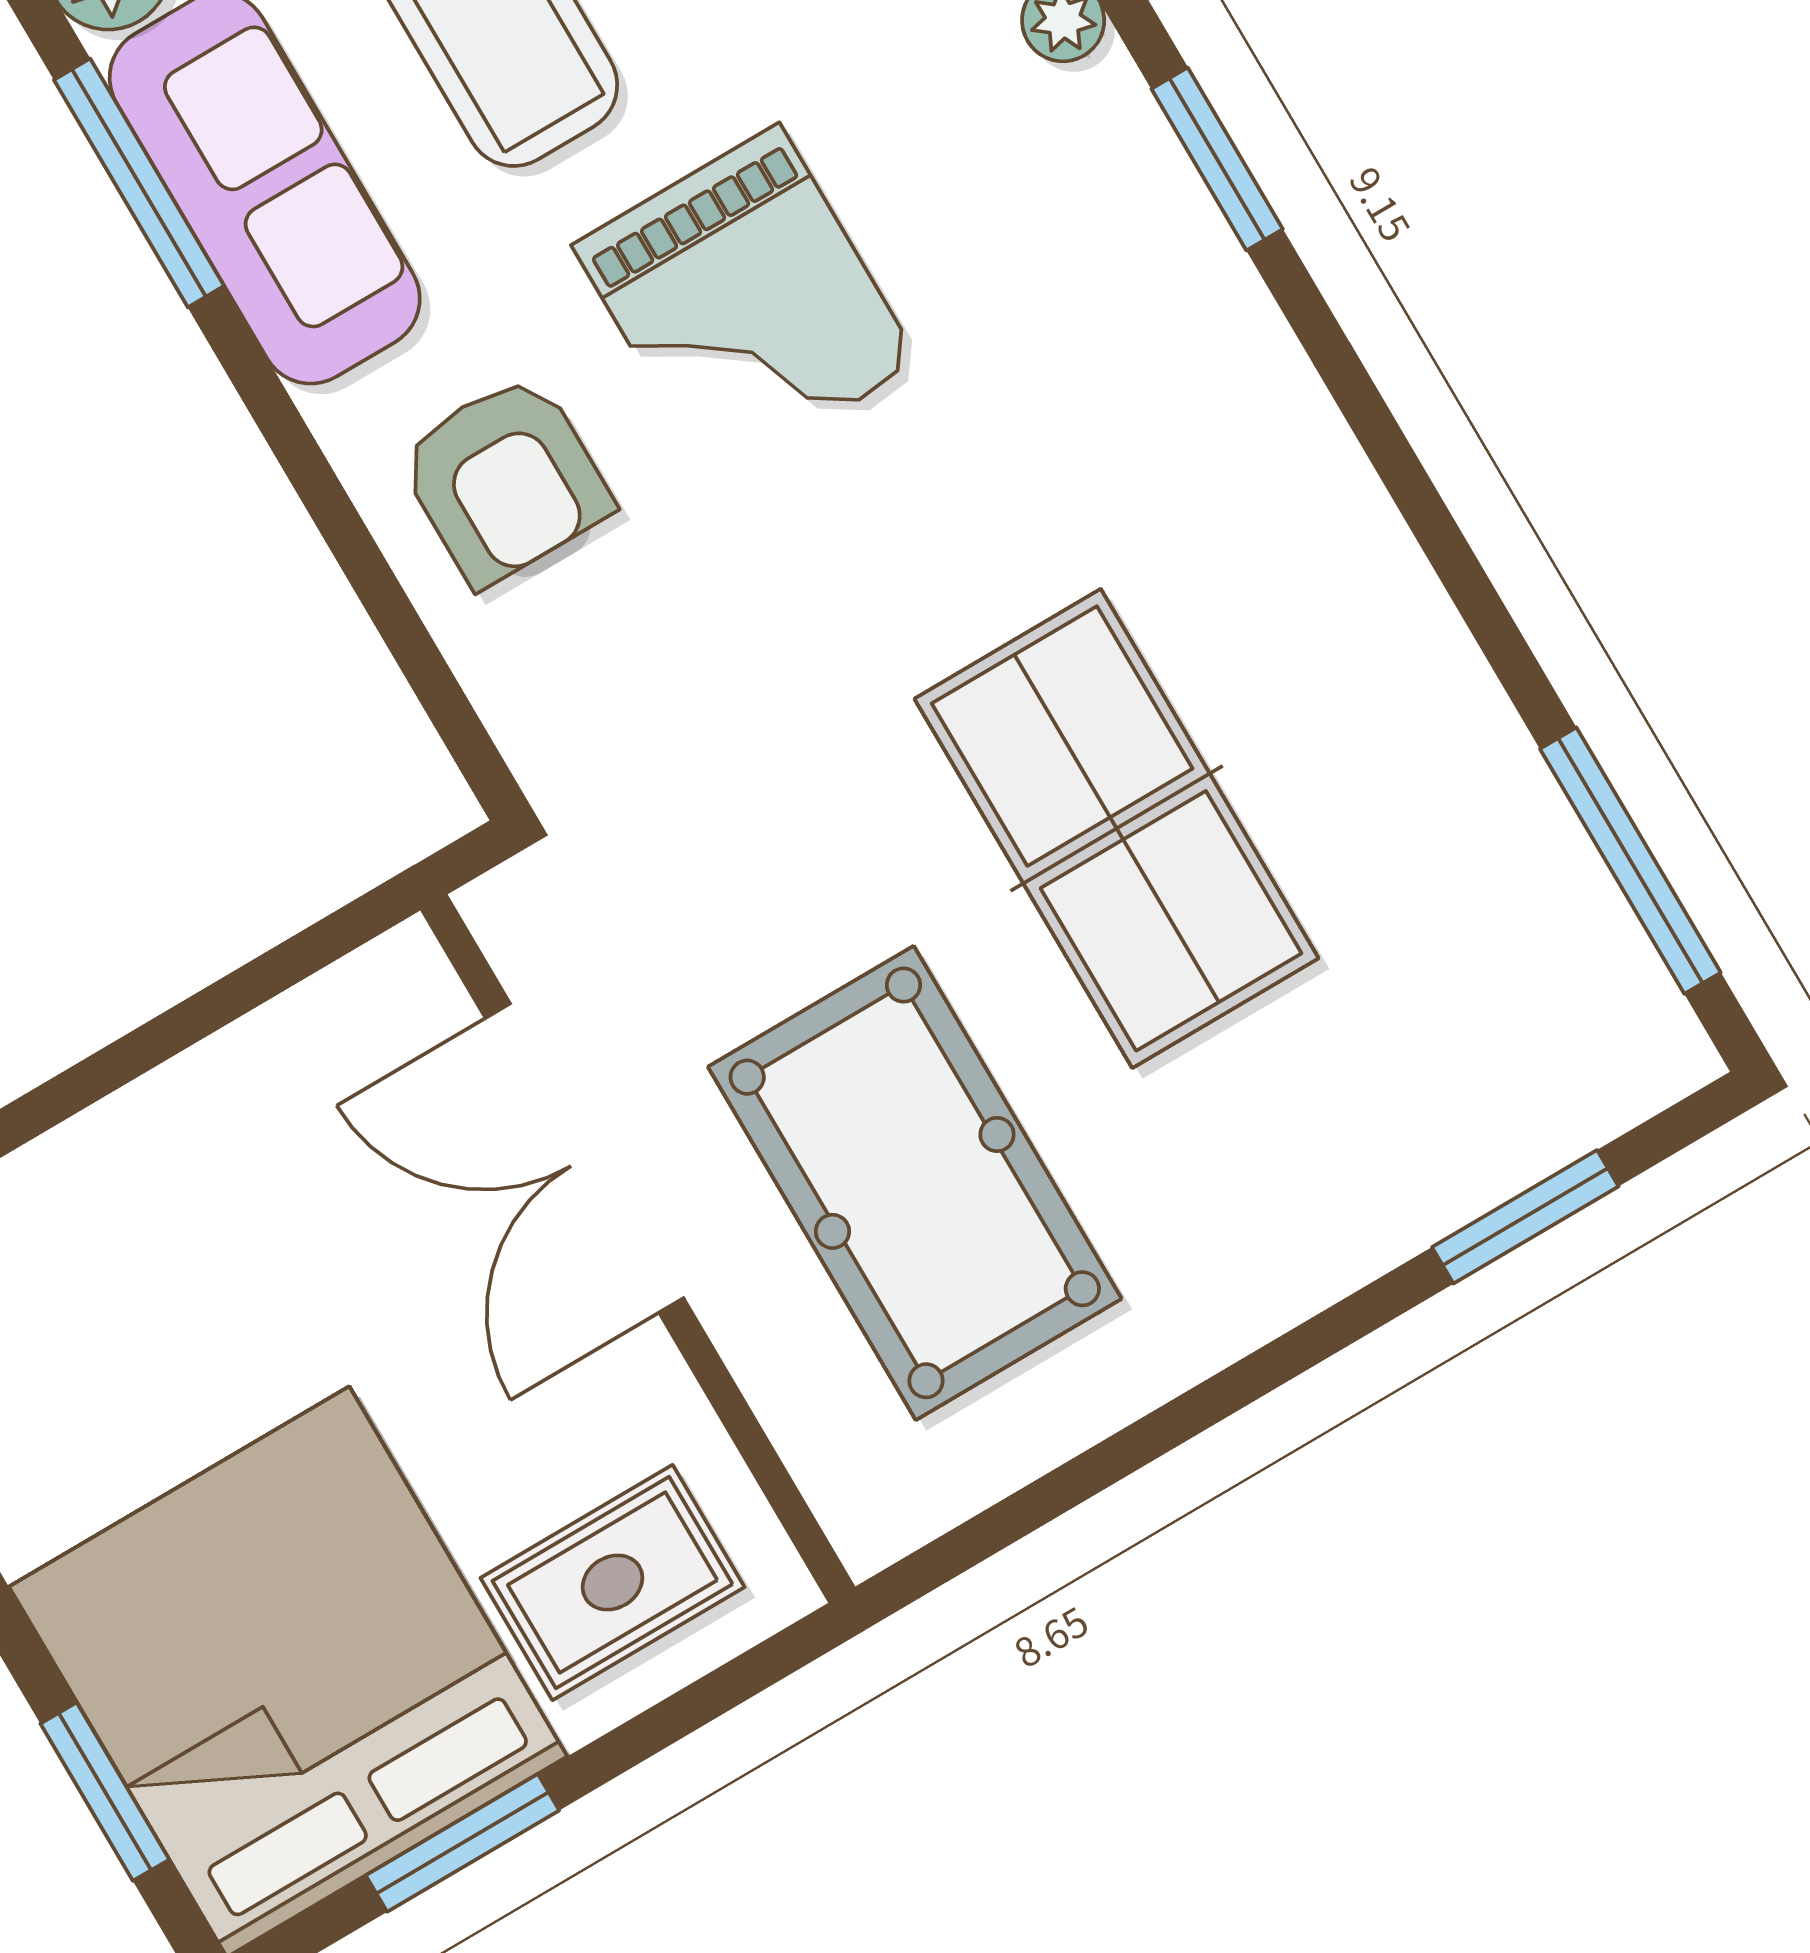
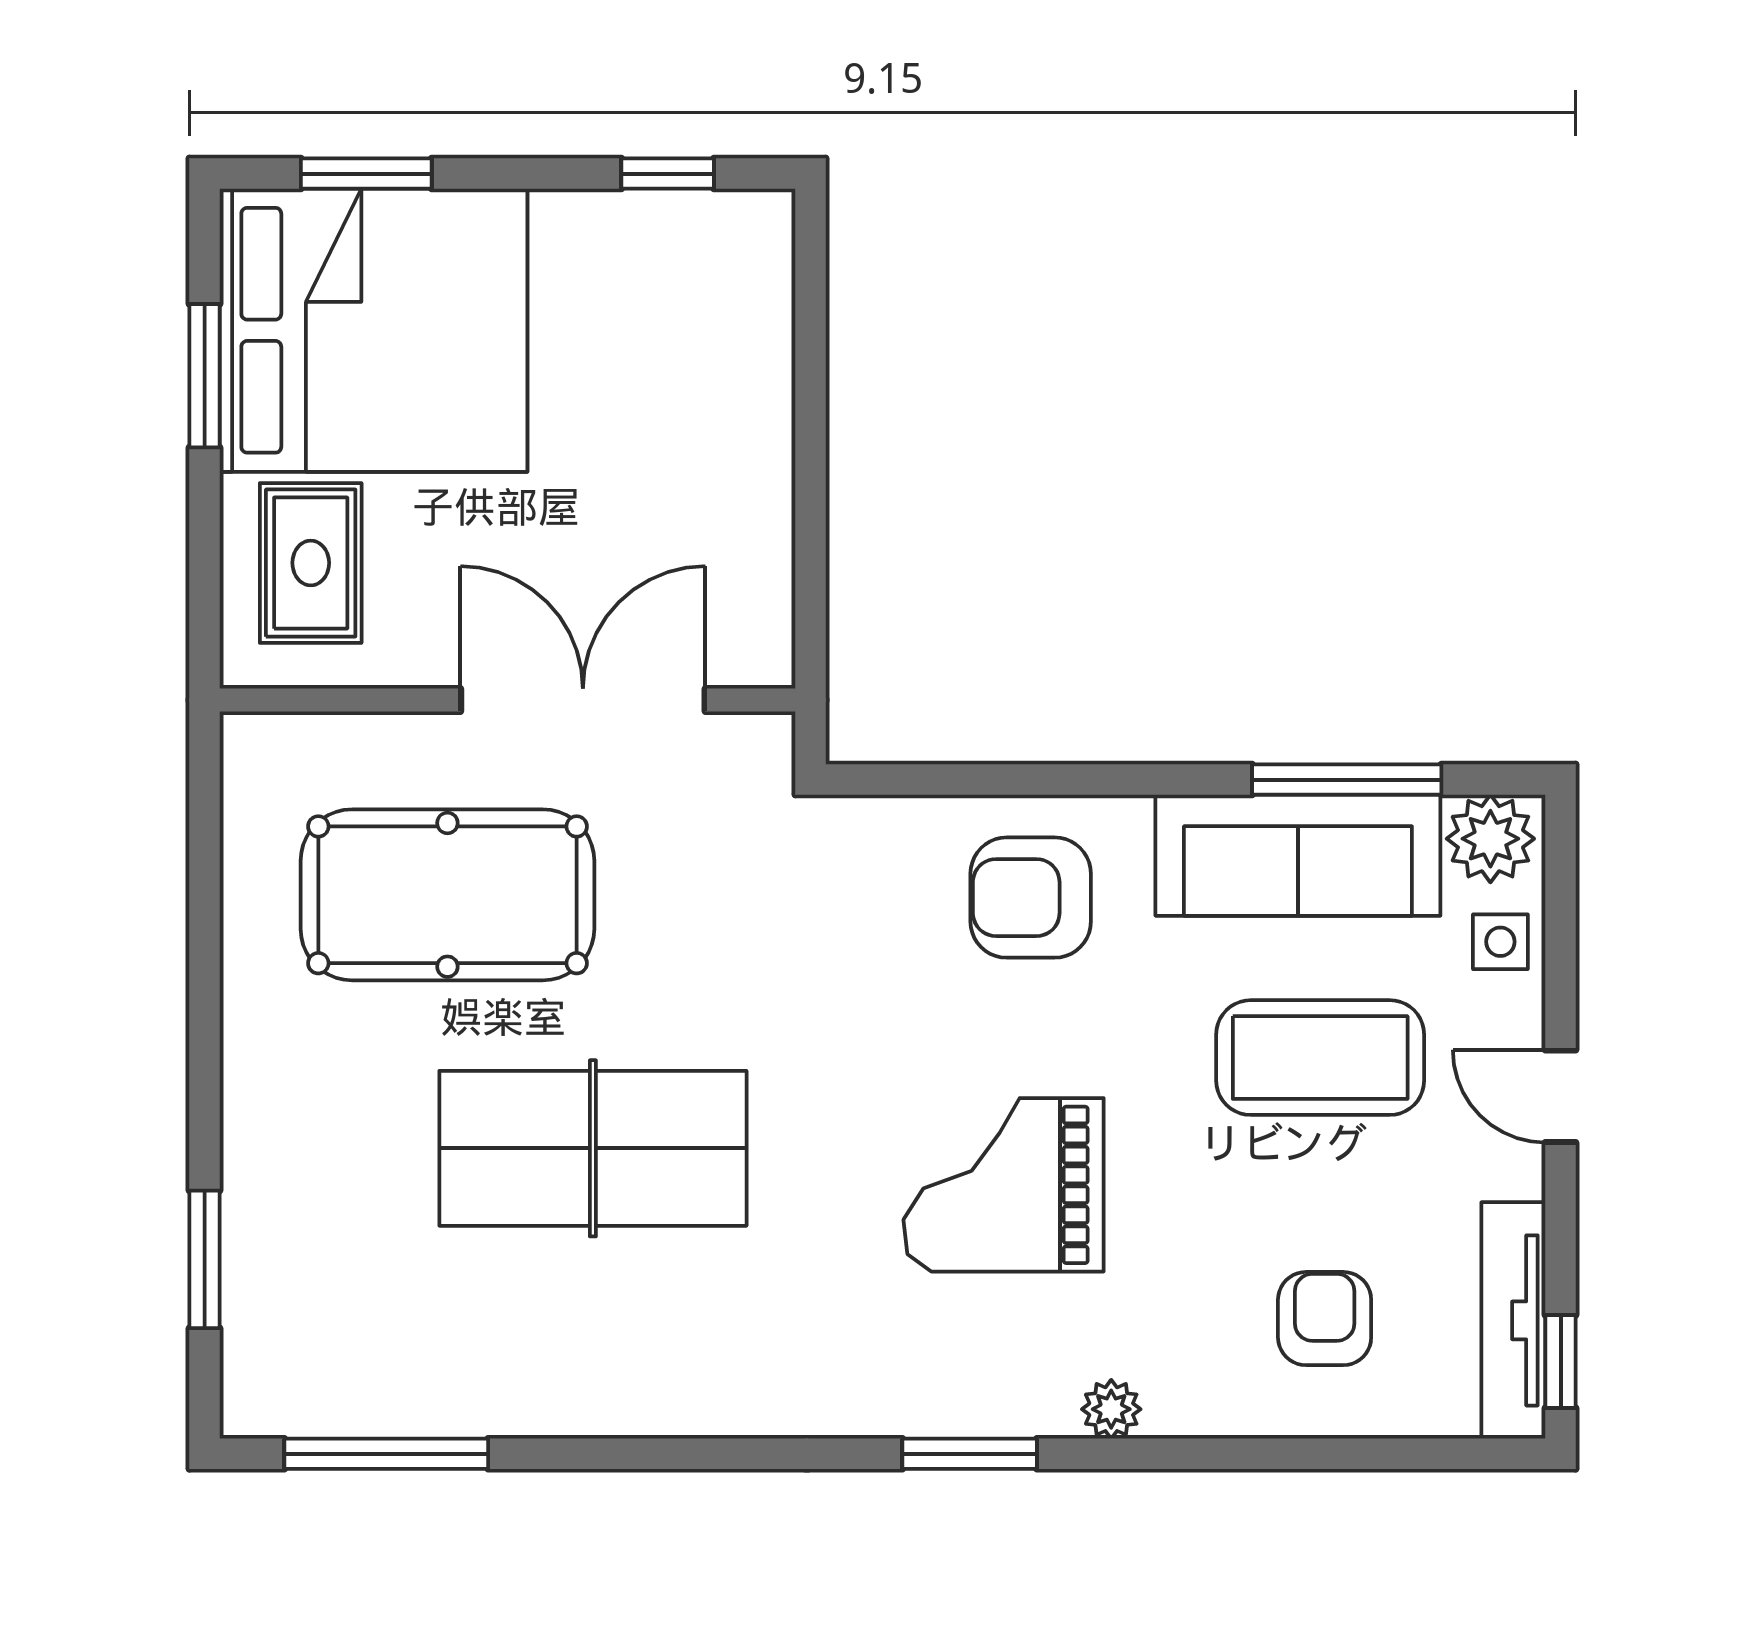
grand piano: (746, 304) -> (1004, 1185), moved

